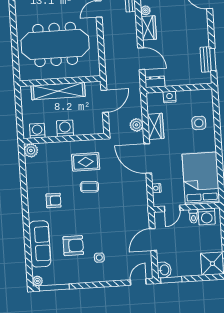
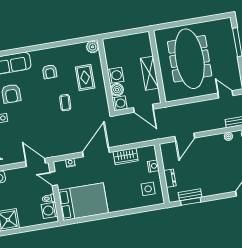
wardrobe: (149, 28) -> (213, 141), removed
dresser: (155, 82) -> (170, 178), moved
shelving: (58, 91) -> (149, 73), width x0.68
side table: (199, 123) -> (148, 189), moved
plant: (136, 125) -> (125, 139), removed
boiler: (81, 128) -> (117, 90), added
washing machine: (37, 131) -> (120, 103), moved
rug: (86, 162) -> (85, 77), moved
door: (153, 240) -> (36, 162), moved

